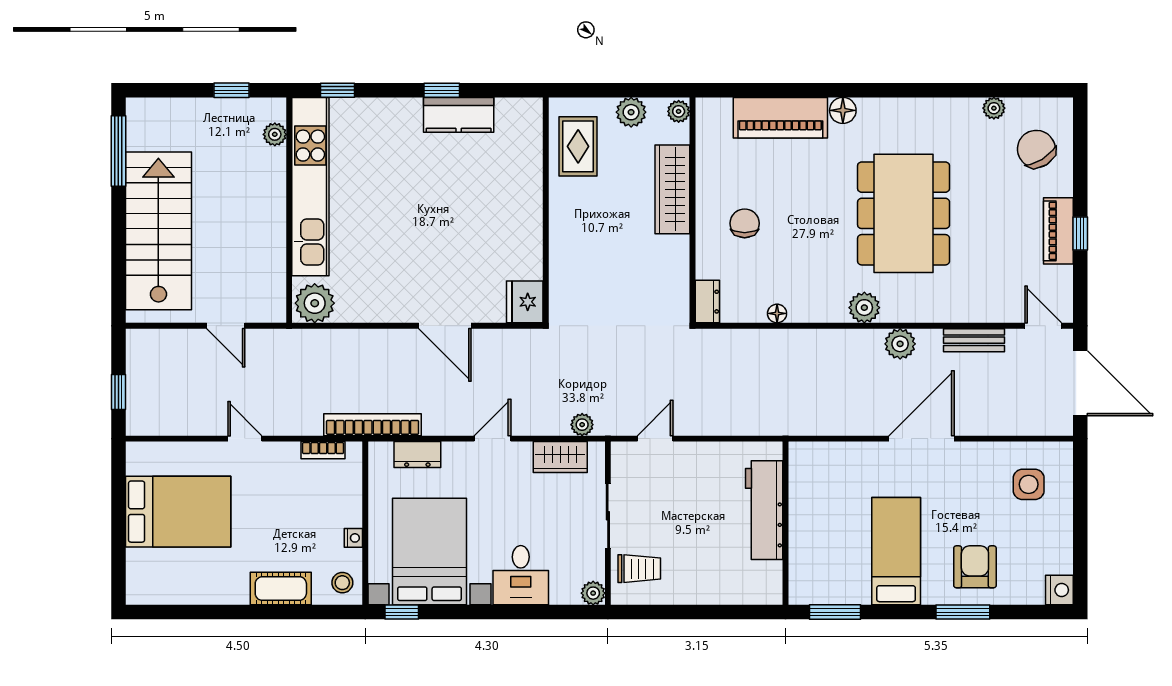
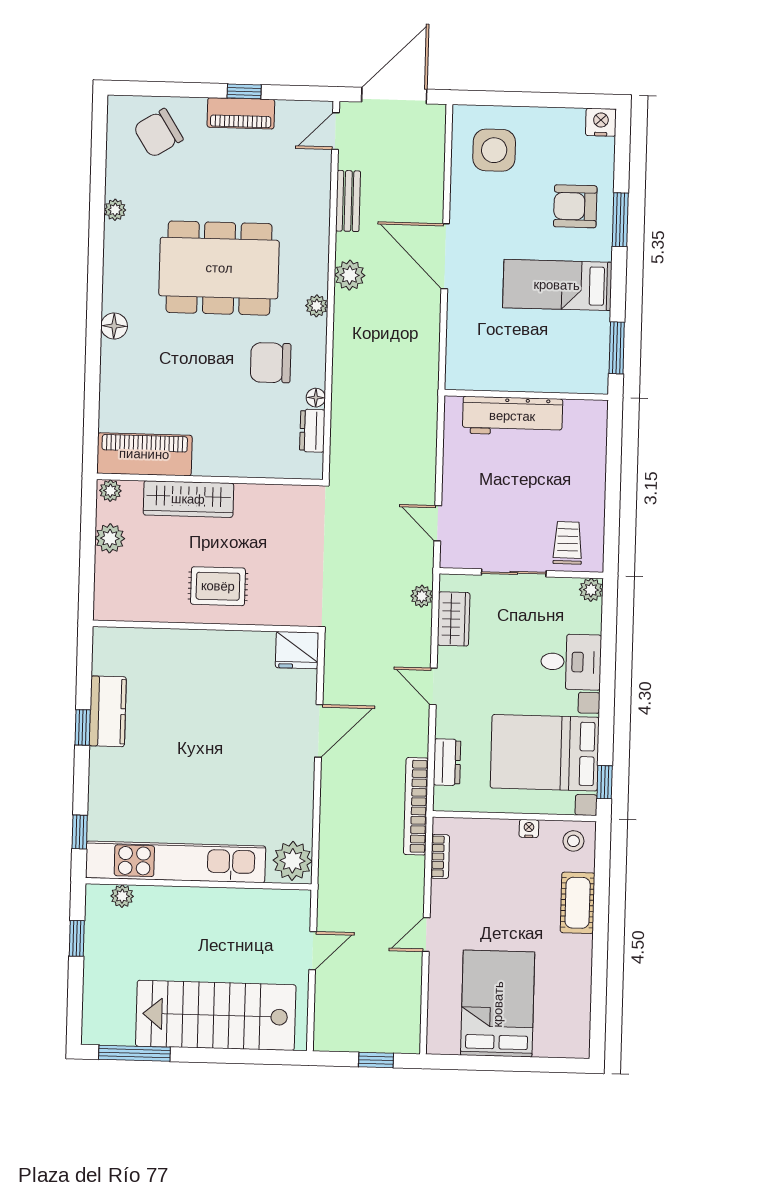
plant: (994, 108) -> (115, 210), moved
piano: (780, 118) -> (144, 454), moved, turned -90
rug: (578, 146) -> (218, 586), moved
chair: (745, 223) -> (271, 363), moved, width x1.37, depth x1.37
dresser: (707, 302) -> (312, 431), moved, turned -90
plant: (864, 308) -> (317, 306), width x0.73, depth x0.73
side table: (1029, 484) -> (494, 150), width x1.37, depth x1.37

